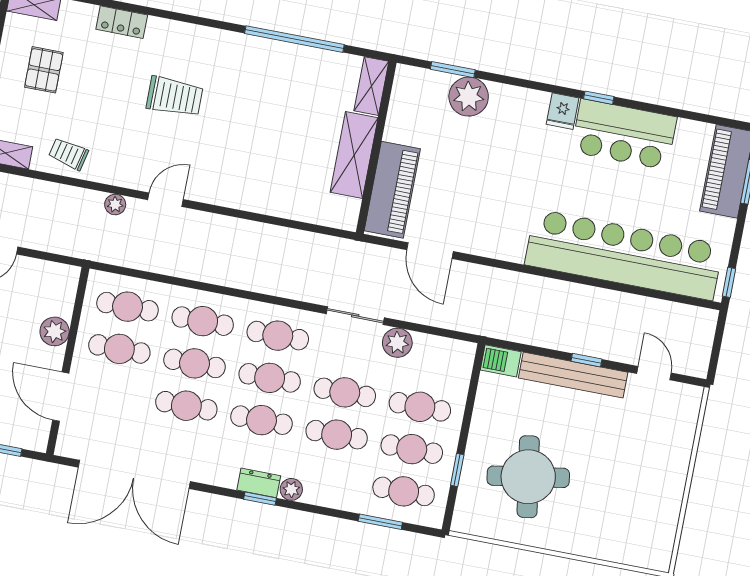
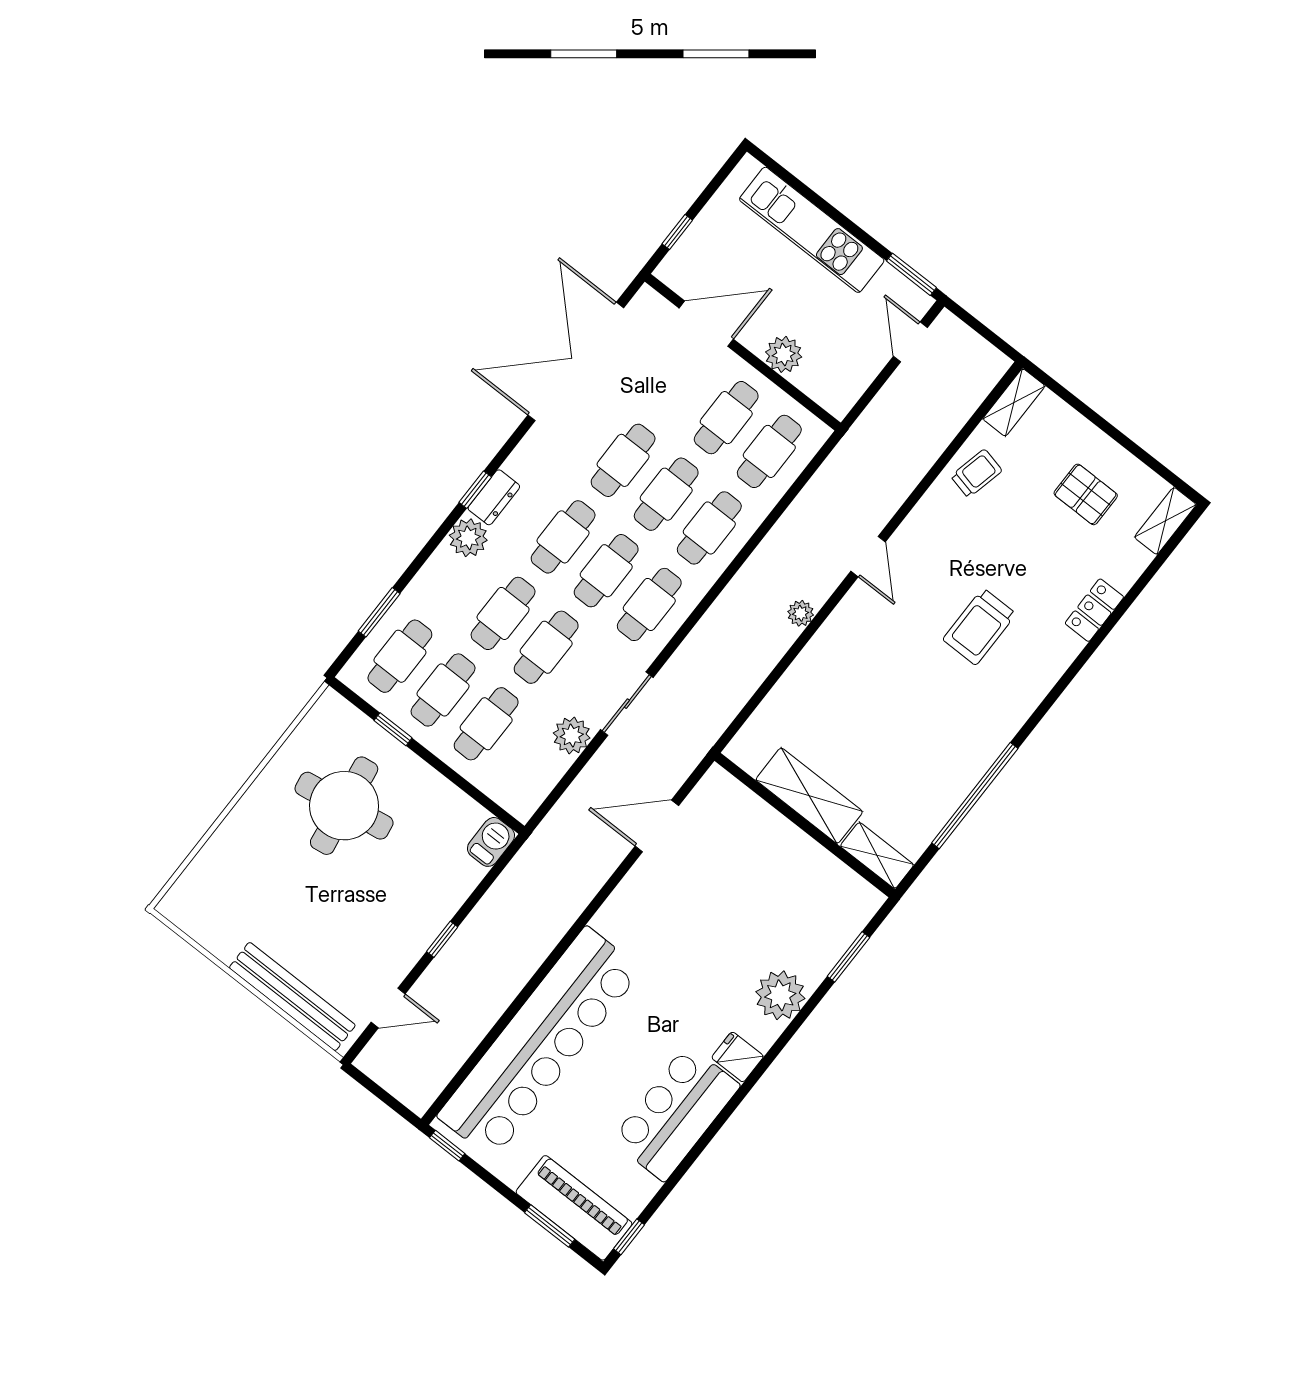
plant: (469, 97) -> (780, 995), moved
window: (599, 98) -> (629, 1237), moved
piano: (392, 190) -> (748, 819), removed
plant: (115, 204) -> (801, 613), moved
bench: (573, 375) -> (292, 996), moved, turned 90
plant: (291, 489) -> (468, 538), width x1.38, depth x1.38

